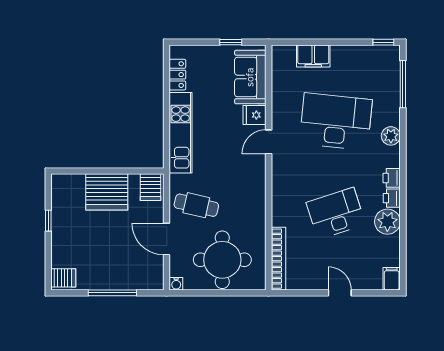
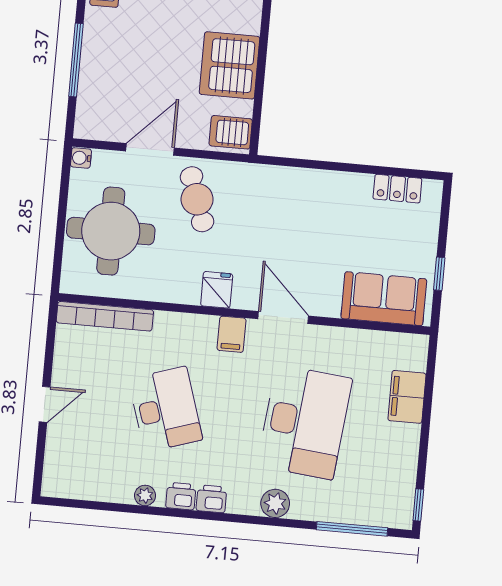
fridge: (254, 115) -> (217, 290), moved
kitchen unit: (181, 133) -> (309, 185), removed
door: (269, 142) -> (283, 317), width x1.38
cafe table: (196, 205) -> (197, 199), turned -32
plant: (387, 222) -> (145, 495), width x0.53, depth x0.53
filing cabinet: (392, 279) -> (232, 334), moved, turned 90

